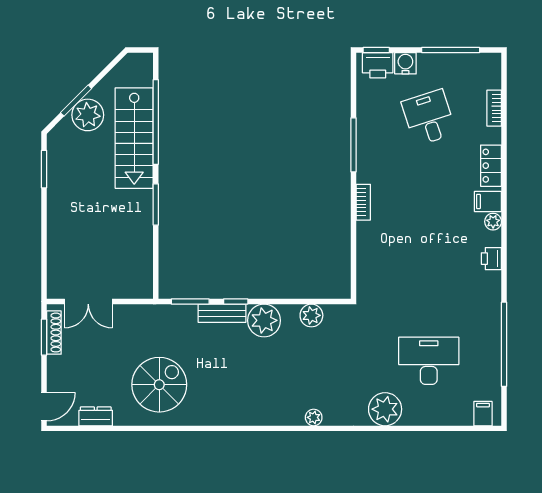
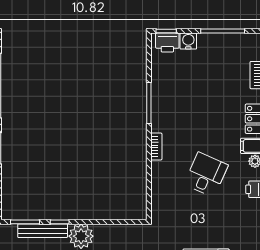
desk: (429, 118) -> (206, 175), moved, turned 42
bench: (222, 313) -> (43, 231), width x1.36
plant: (311, 315) -> (117, 232), removed

